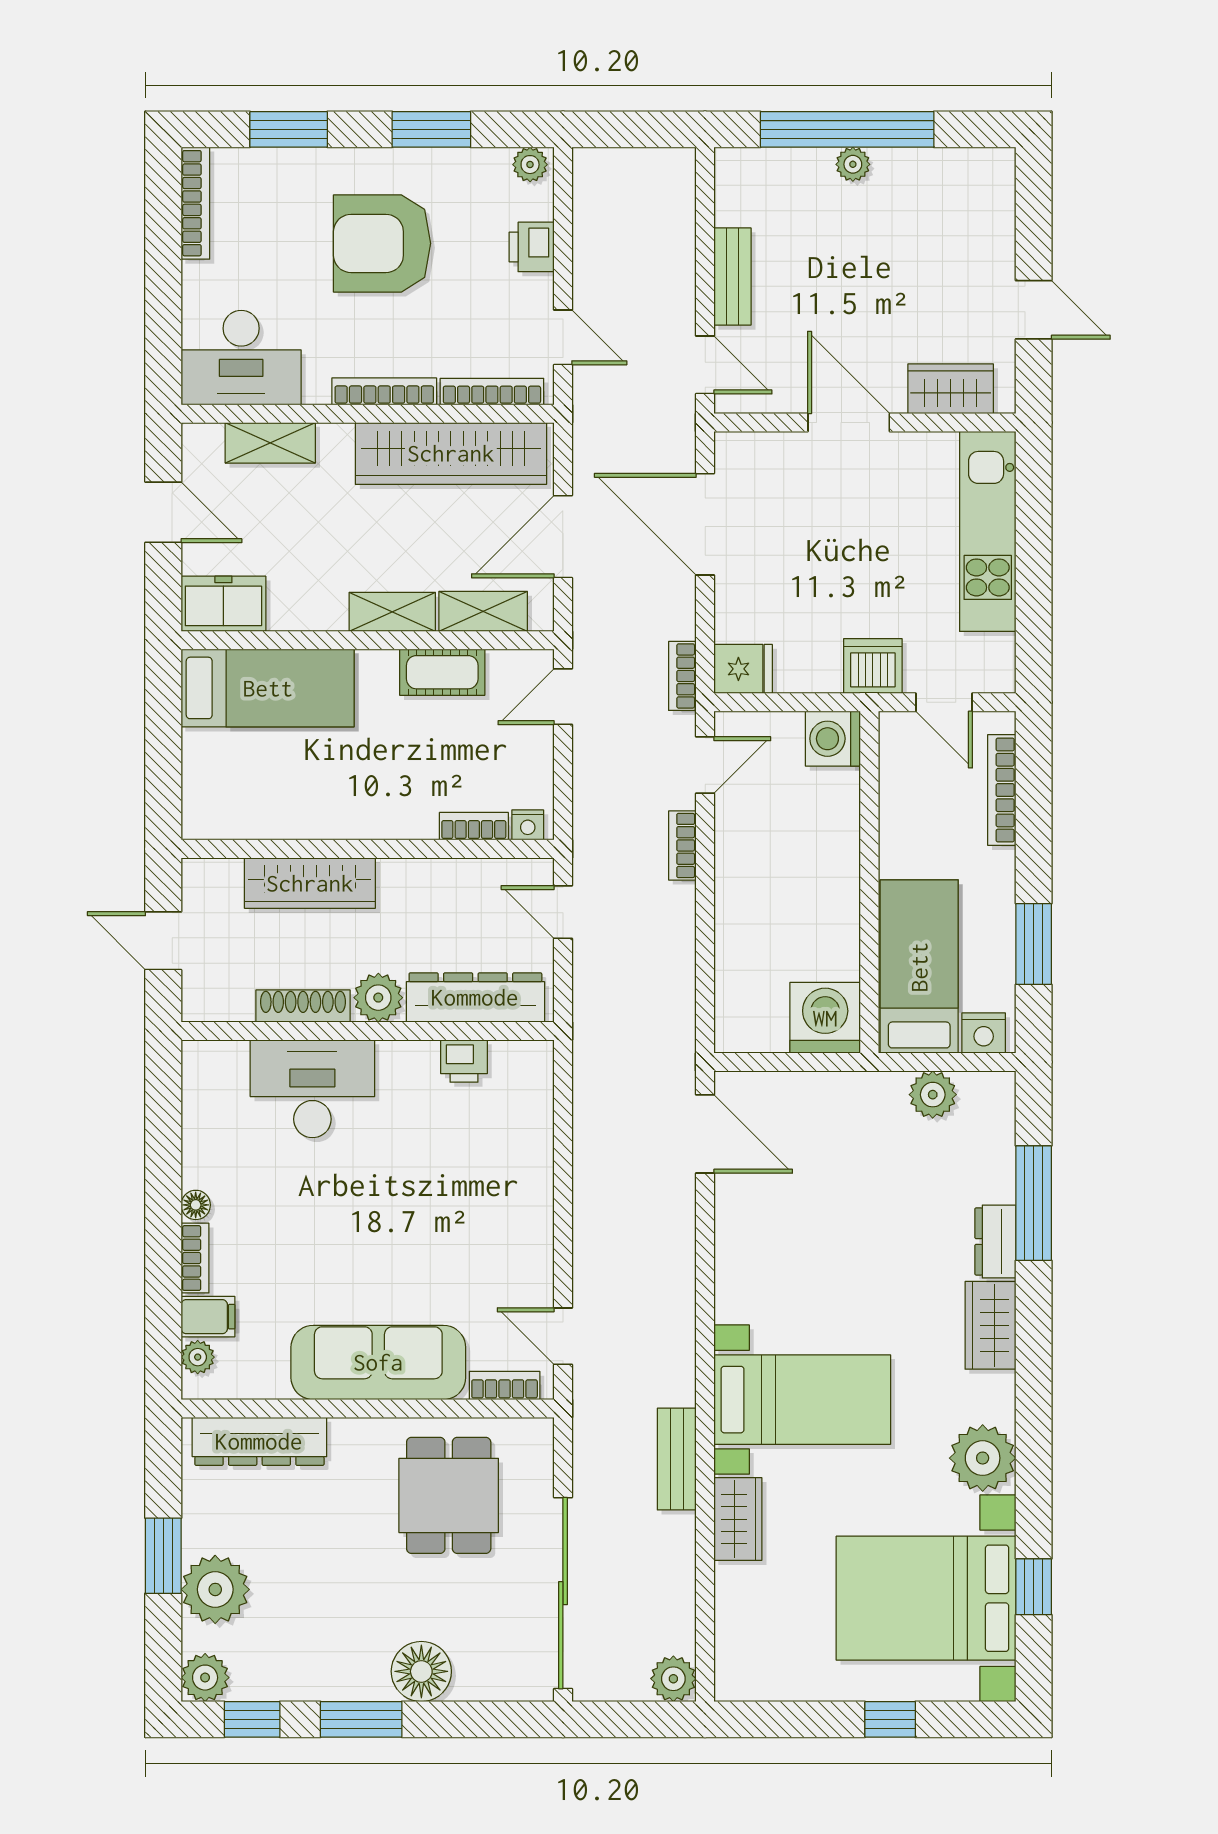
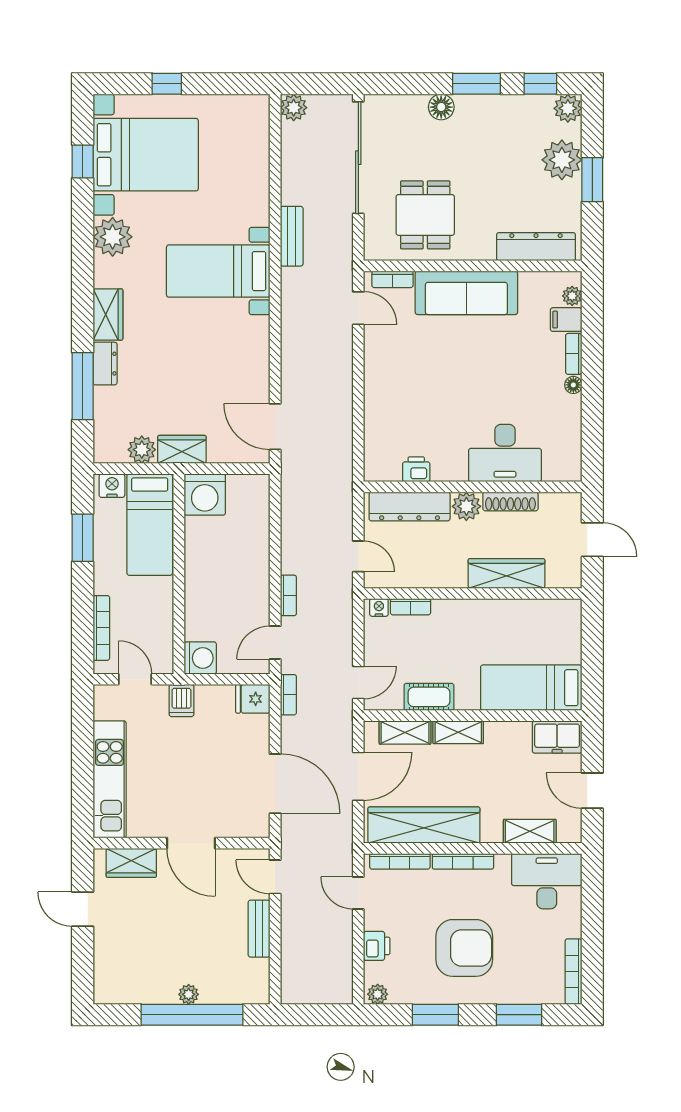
dishwasher: (873, 666) -> (182, 701), width x0.73
wardrobe: (738, 1519) -> (182, 449), moved, turned 90
floor lamp: (421, 1671) -> (441, 107), width x0.73, depth x0.73

